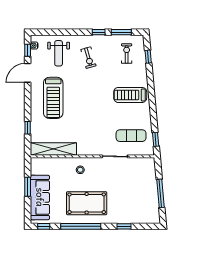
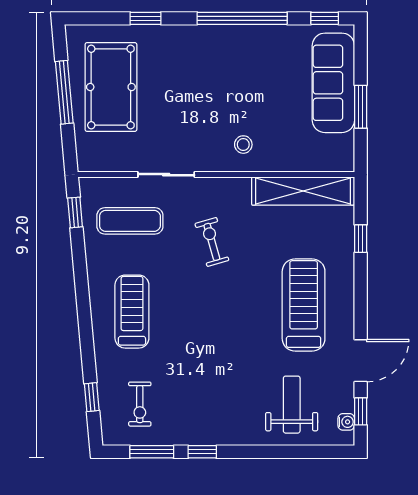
exercise bike: (88, 58) -> (212, 242), moved
treadmill: (130, 95) -> (132, 312), turned -90
pool table: (87, 203) -> (111, 87), moved, turned 90

